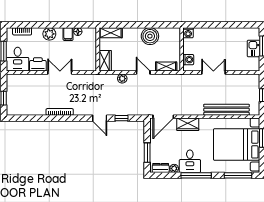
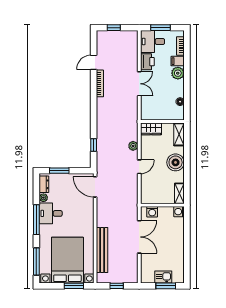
filing cabinet: (68, 34) -> (178, 61), moved
boiler: (150, 36) -> (176, 162), moved
shelving: (166, 67) -> (179, 193), moved
double door: (213, 73) -> (139, 237), width x1.37
door: (100, 118) -> (94, 62), moved
wardrobe: (188, 124) -> (88, 211), removed

